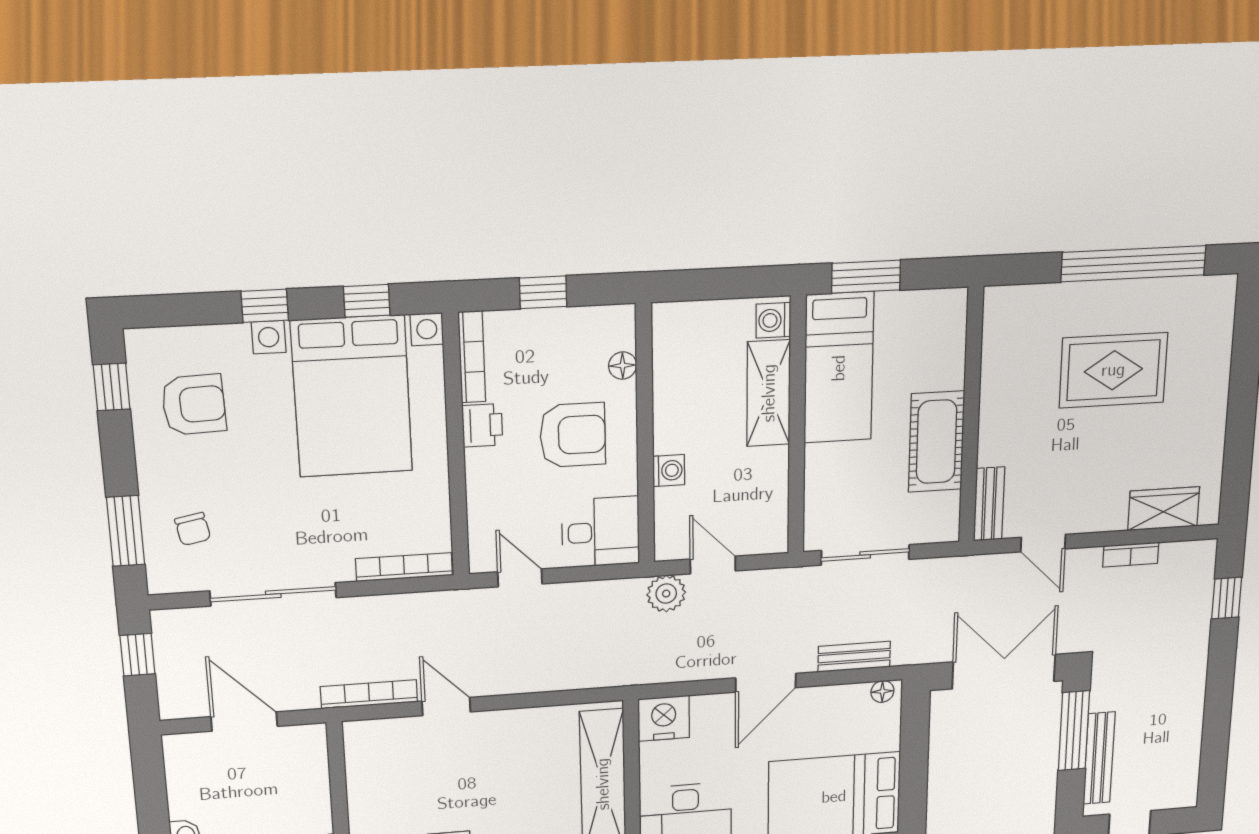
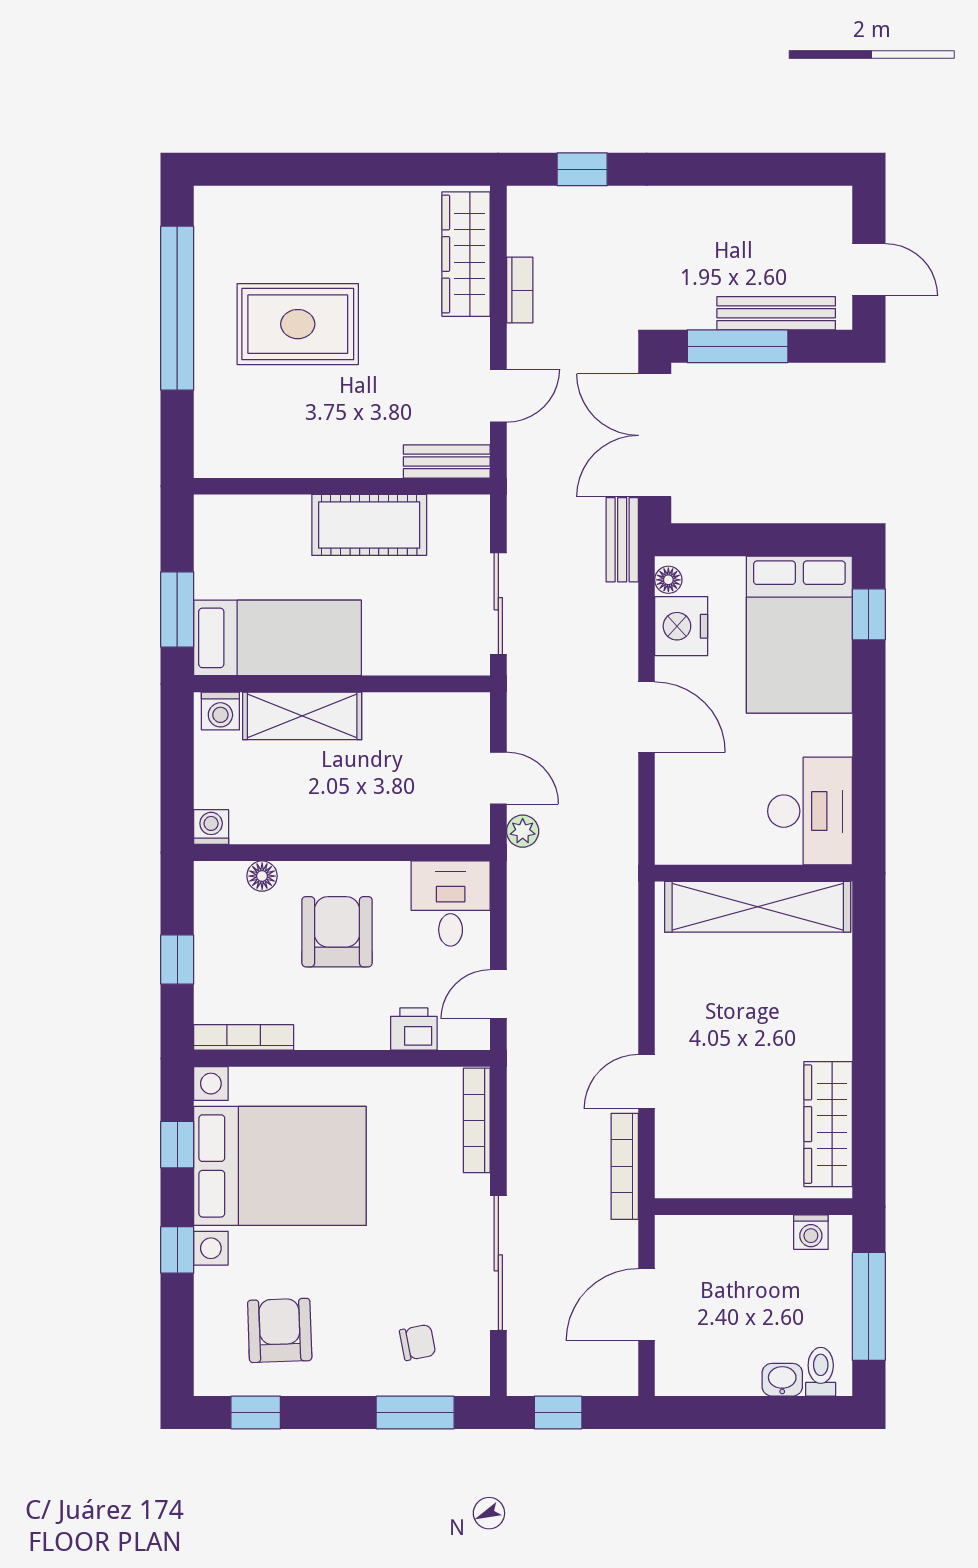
rug: (1113, 370) -> (298, 324), turned 90
printer: (482, 425) -> (414, 1029), moved
washing machine: (669, 470) -> (211, 827), moved
wardrobe: (1164, 509) -> (466, 254), width x1.50
door: (713, 565) -> (498, 778), swing flipped
plant: (666, 594) -> (523, 831), width x0.73, depth x0.73
bench: (854, 657) -> (622, 540), moved
nightstand: (664, 718) -> (681, 626), moved

